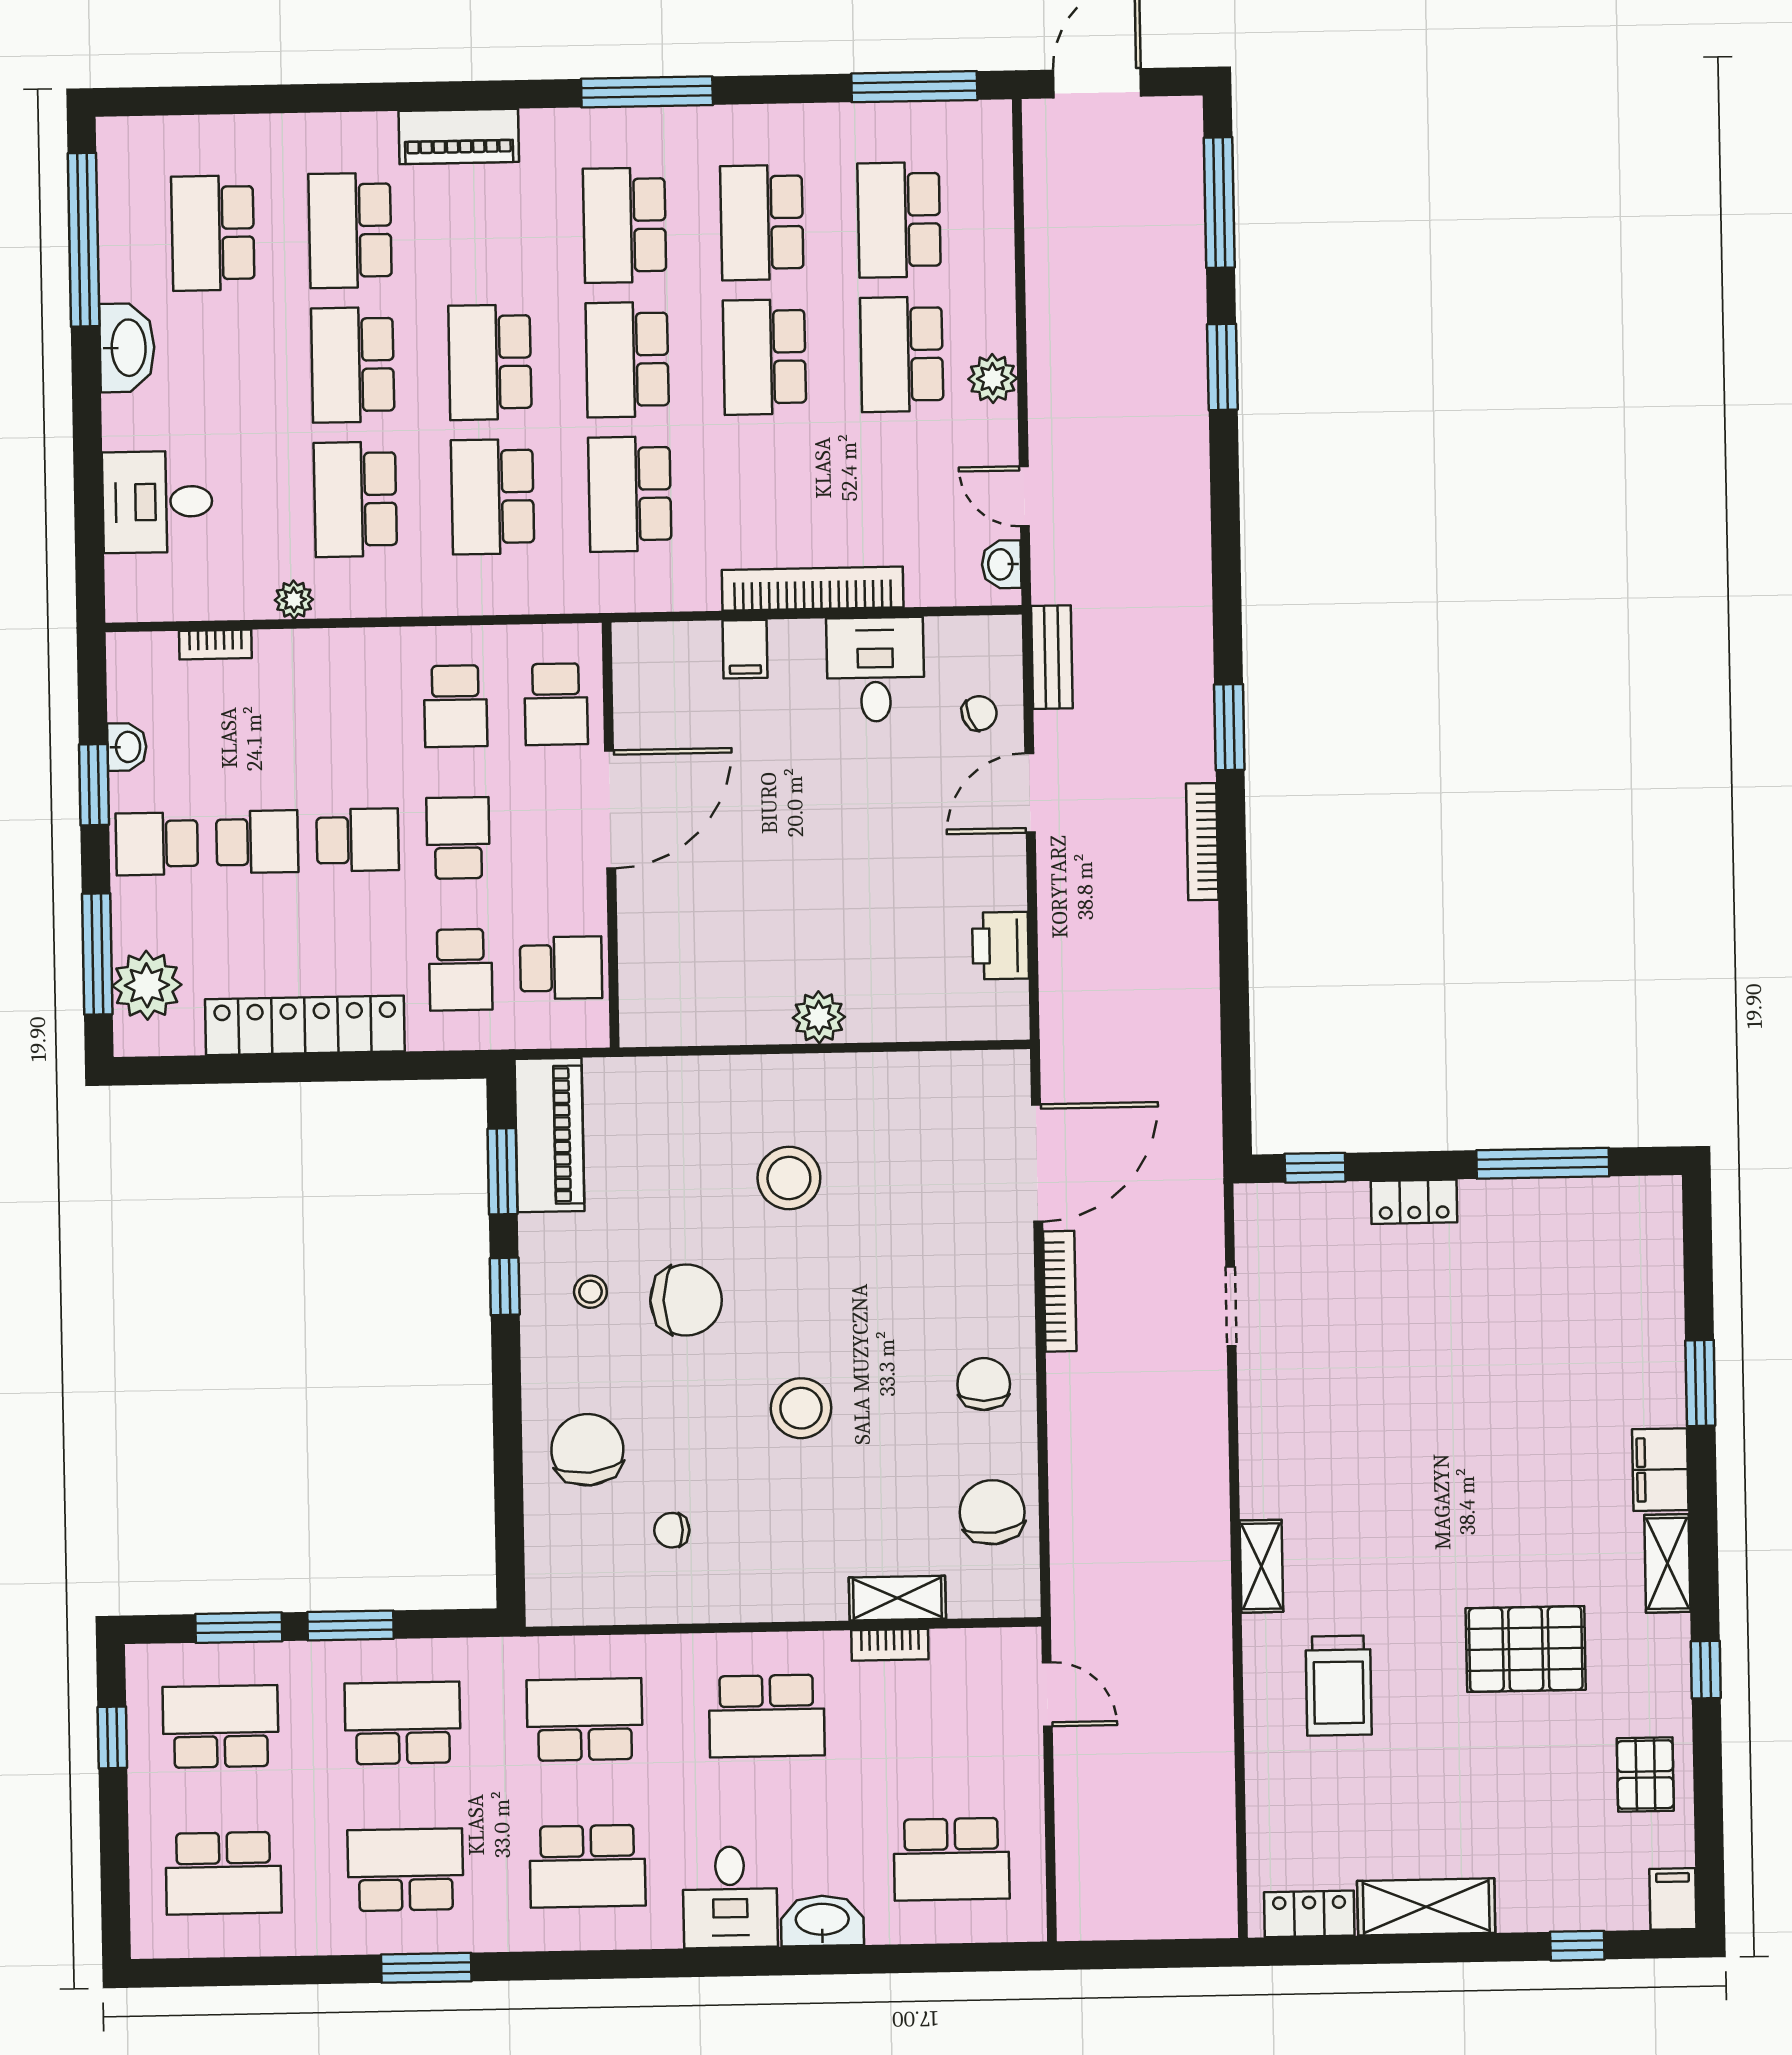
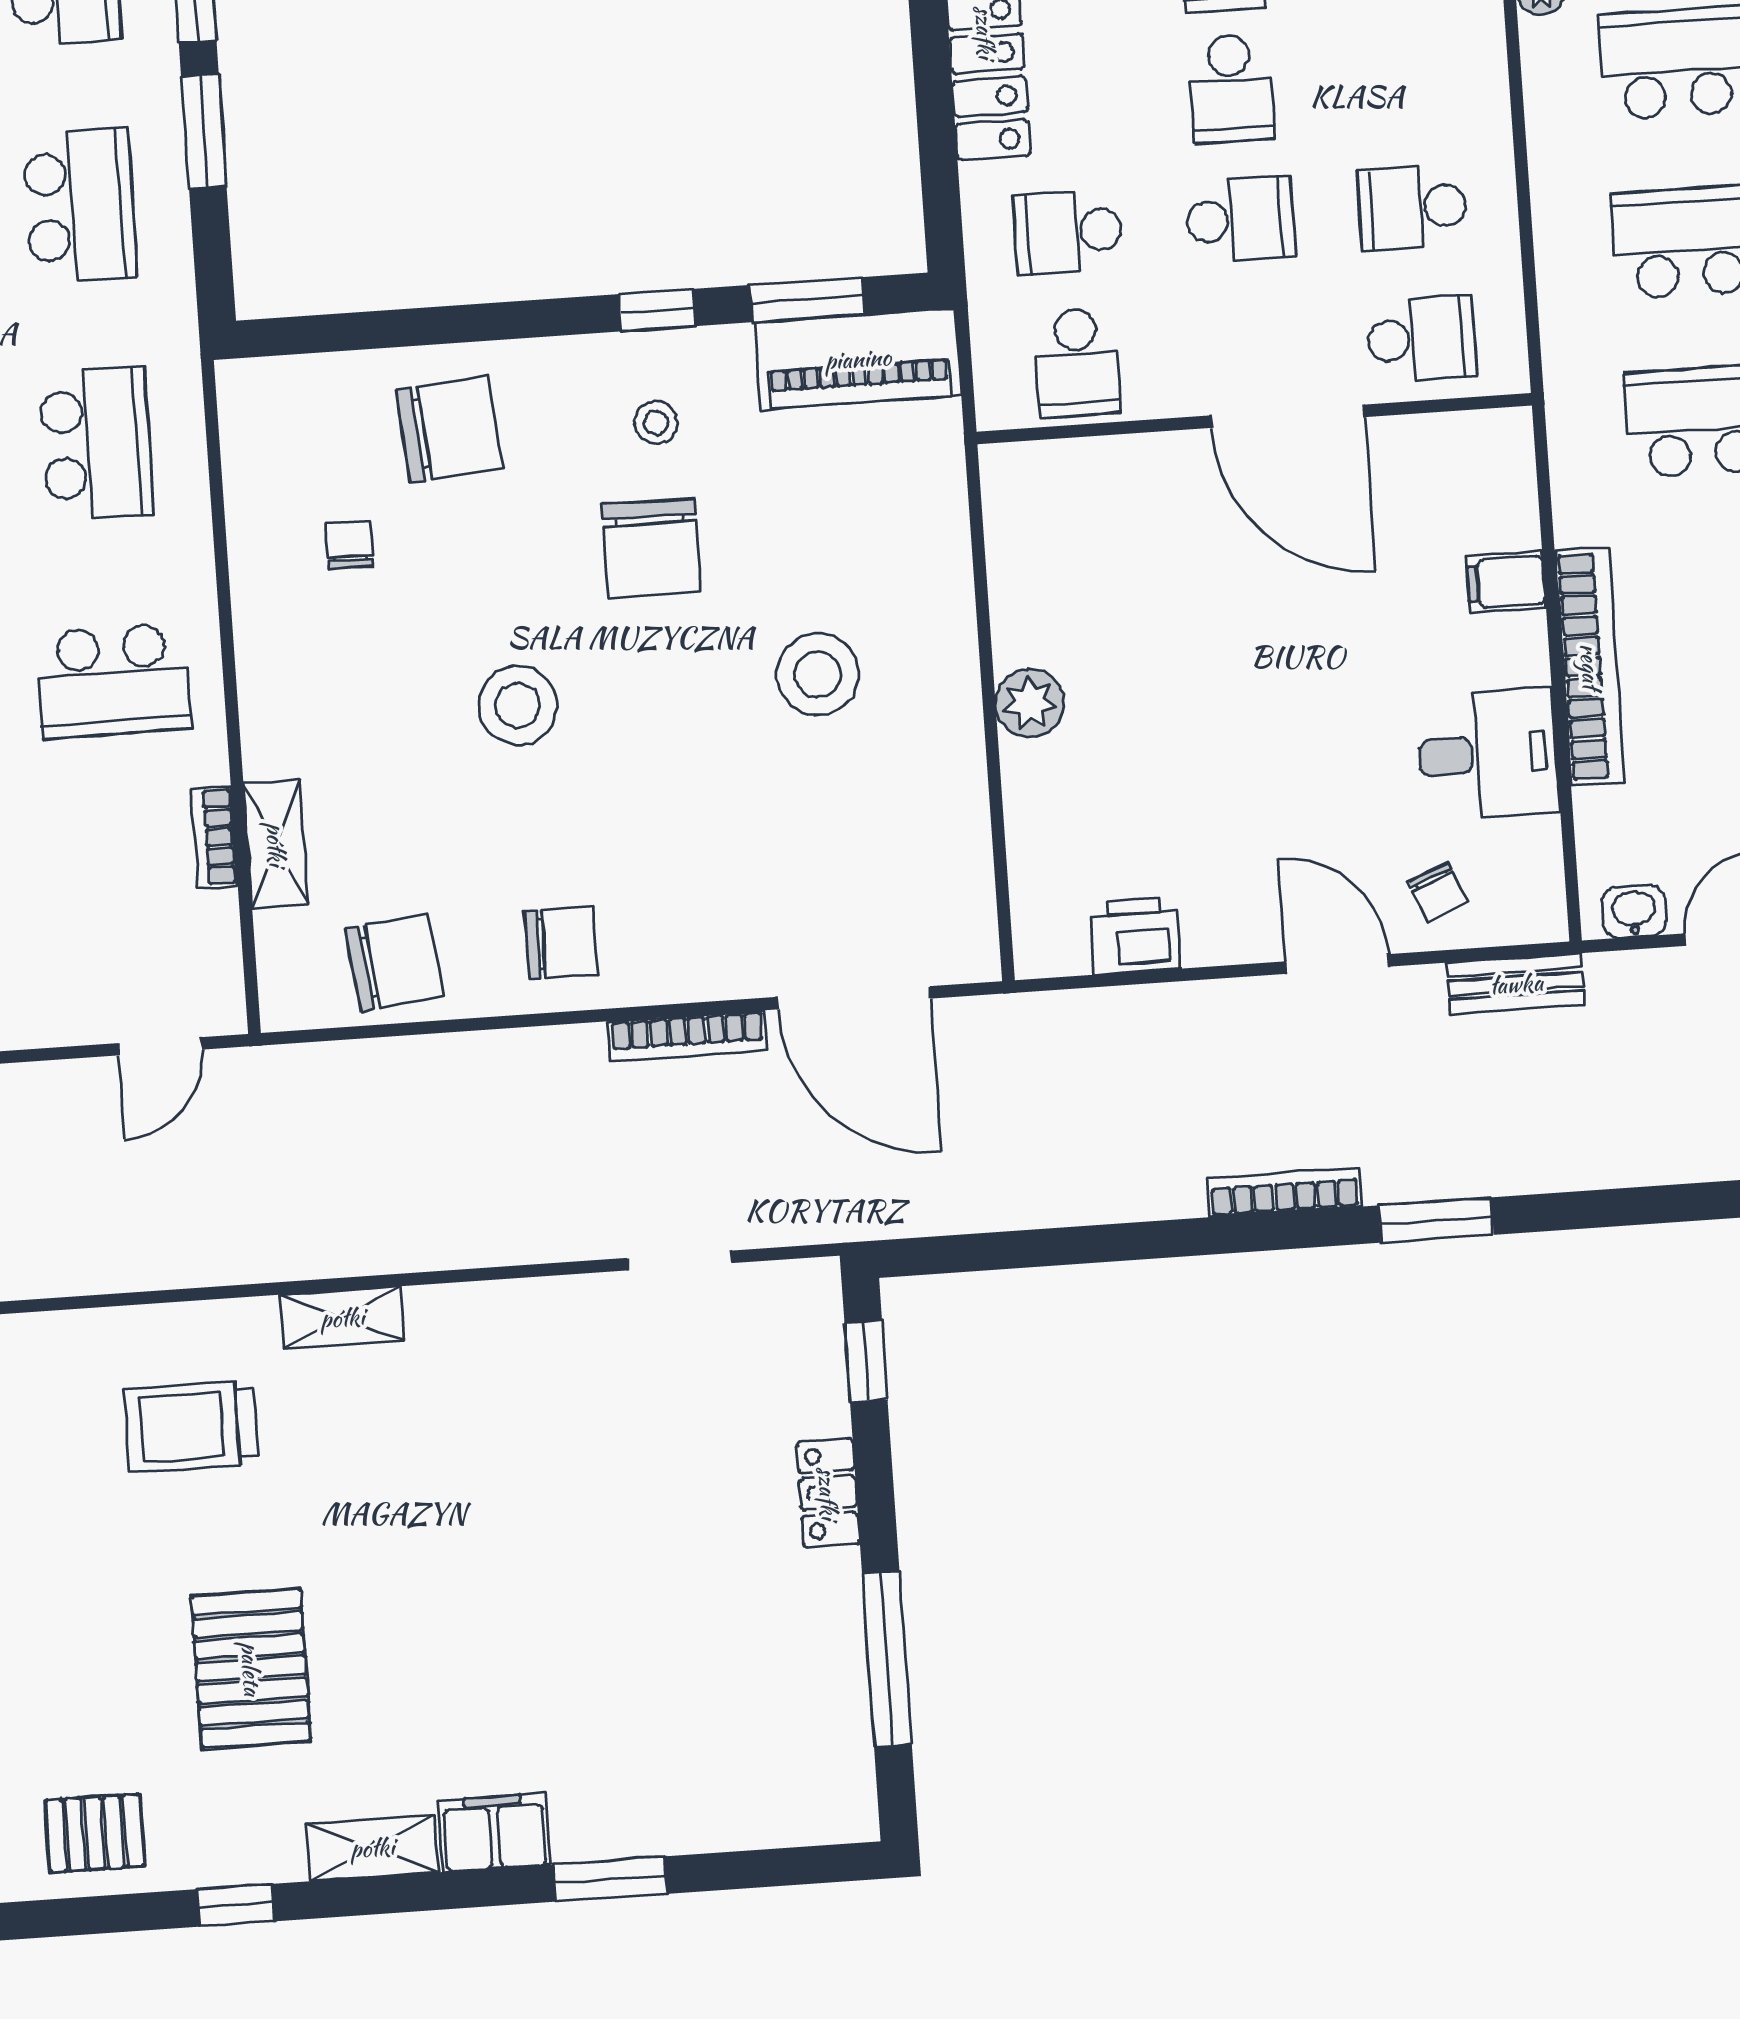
school desk: (556, 704) -> (1421, 339), turned 180
school desk: (767, 1716) -> (113, 681), turned -90

